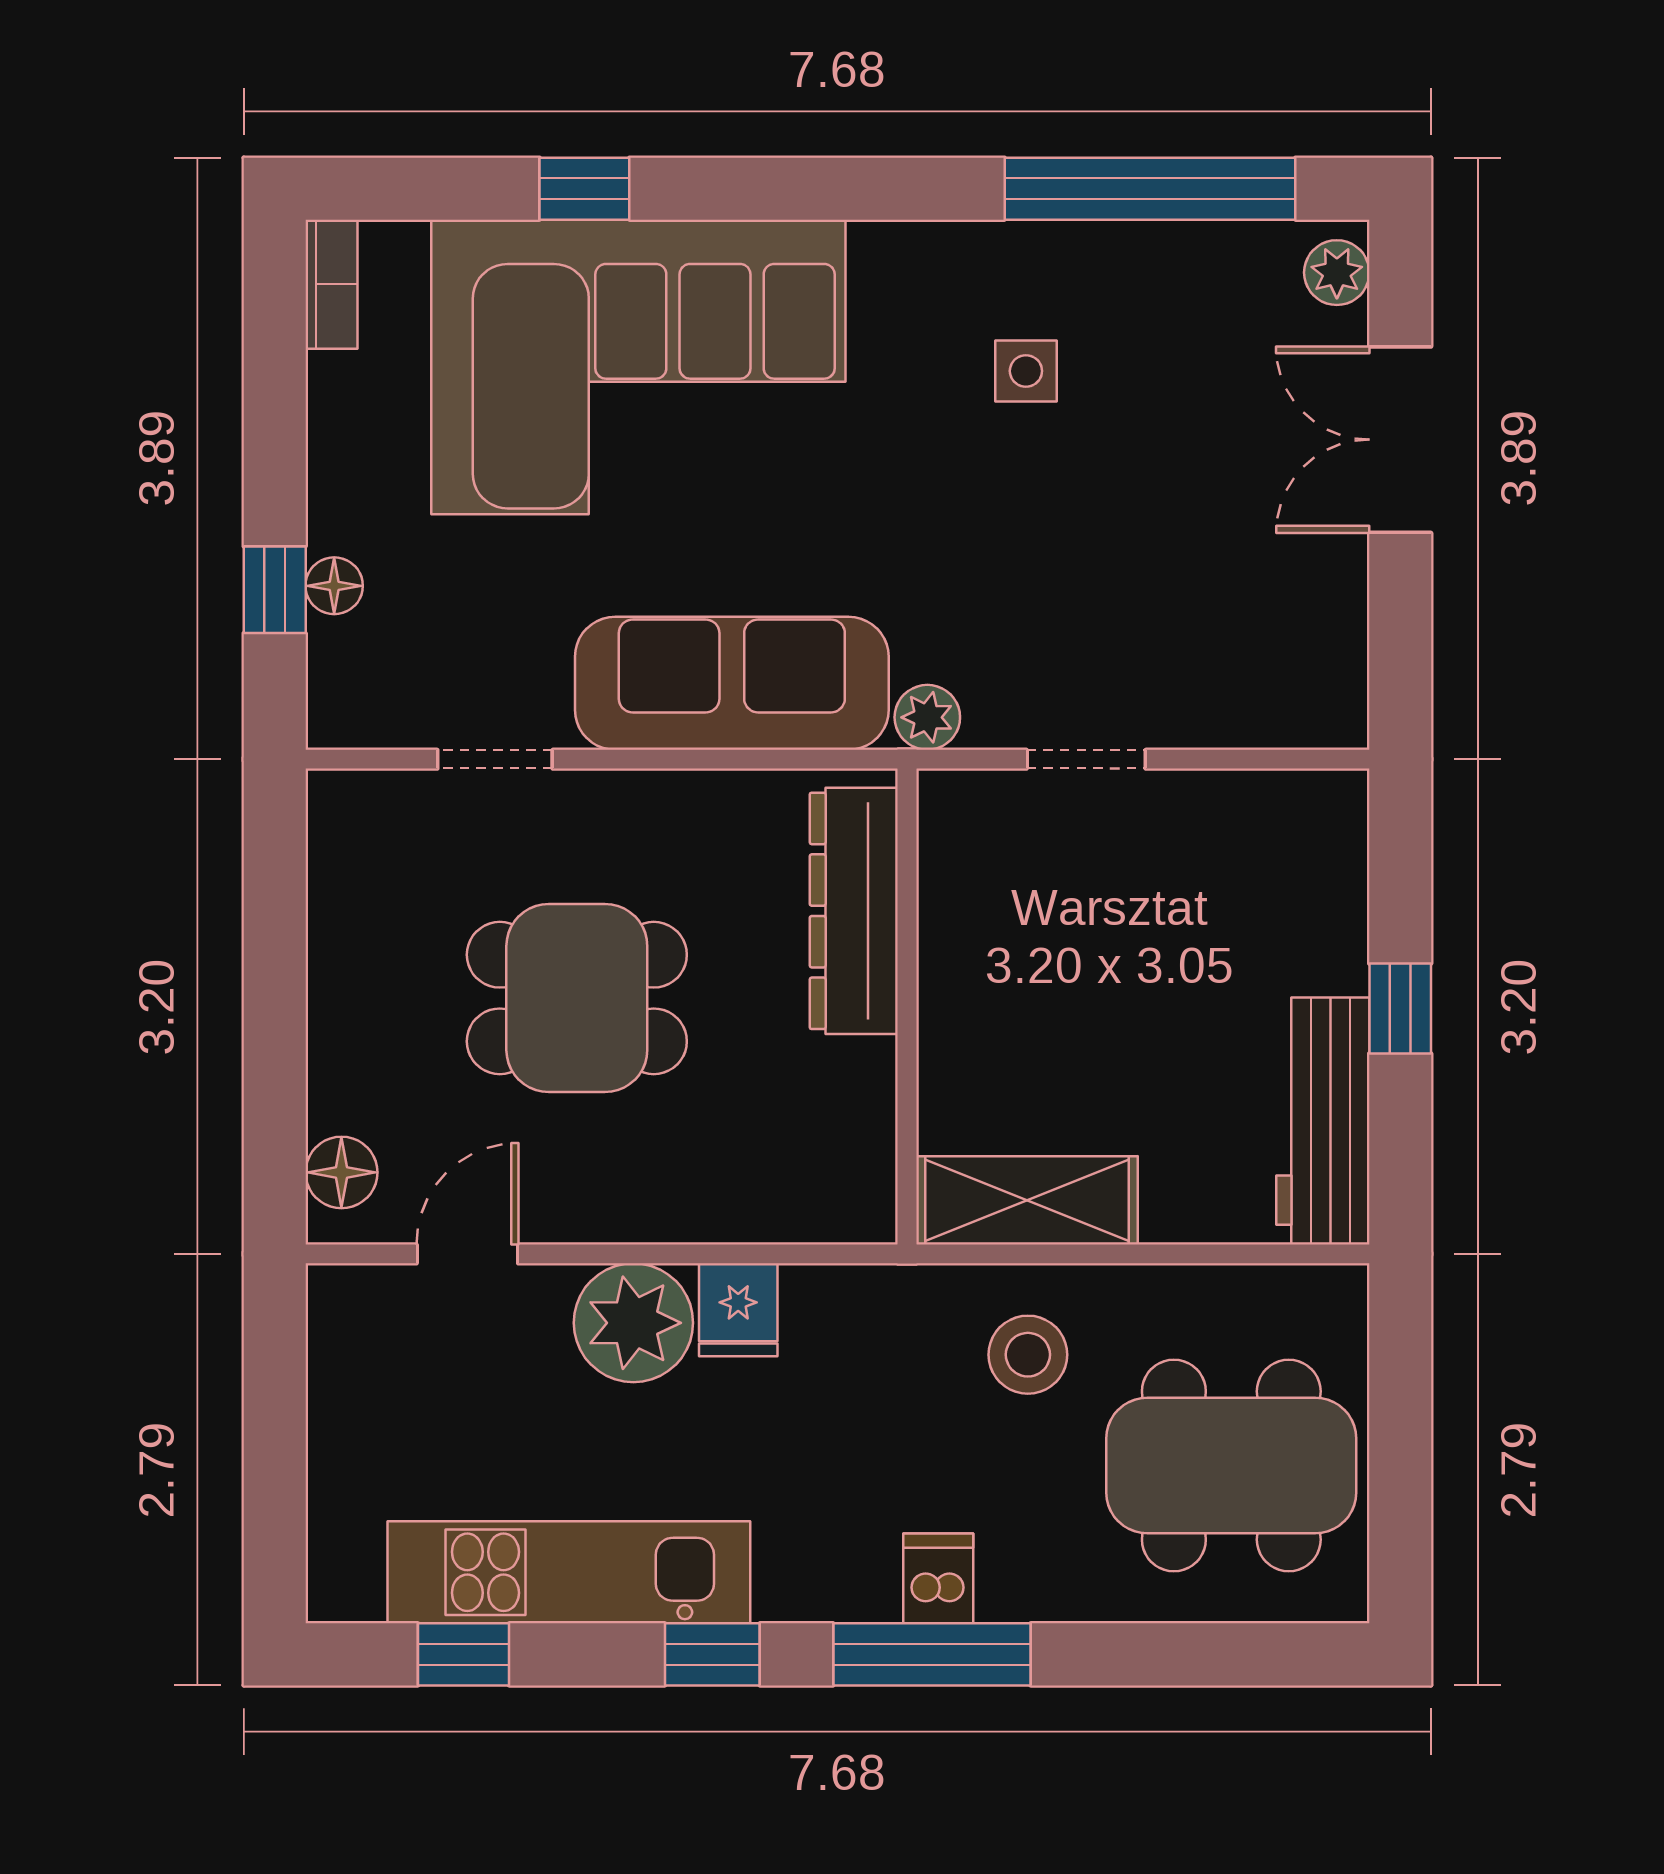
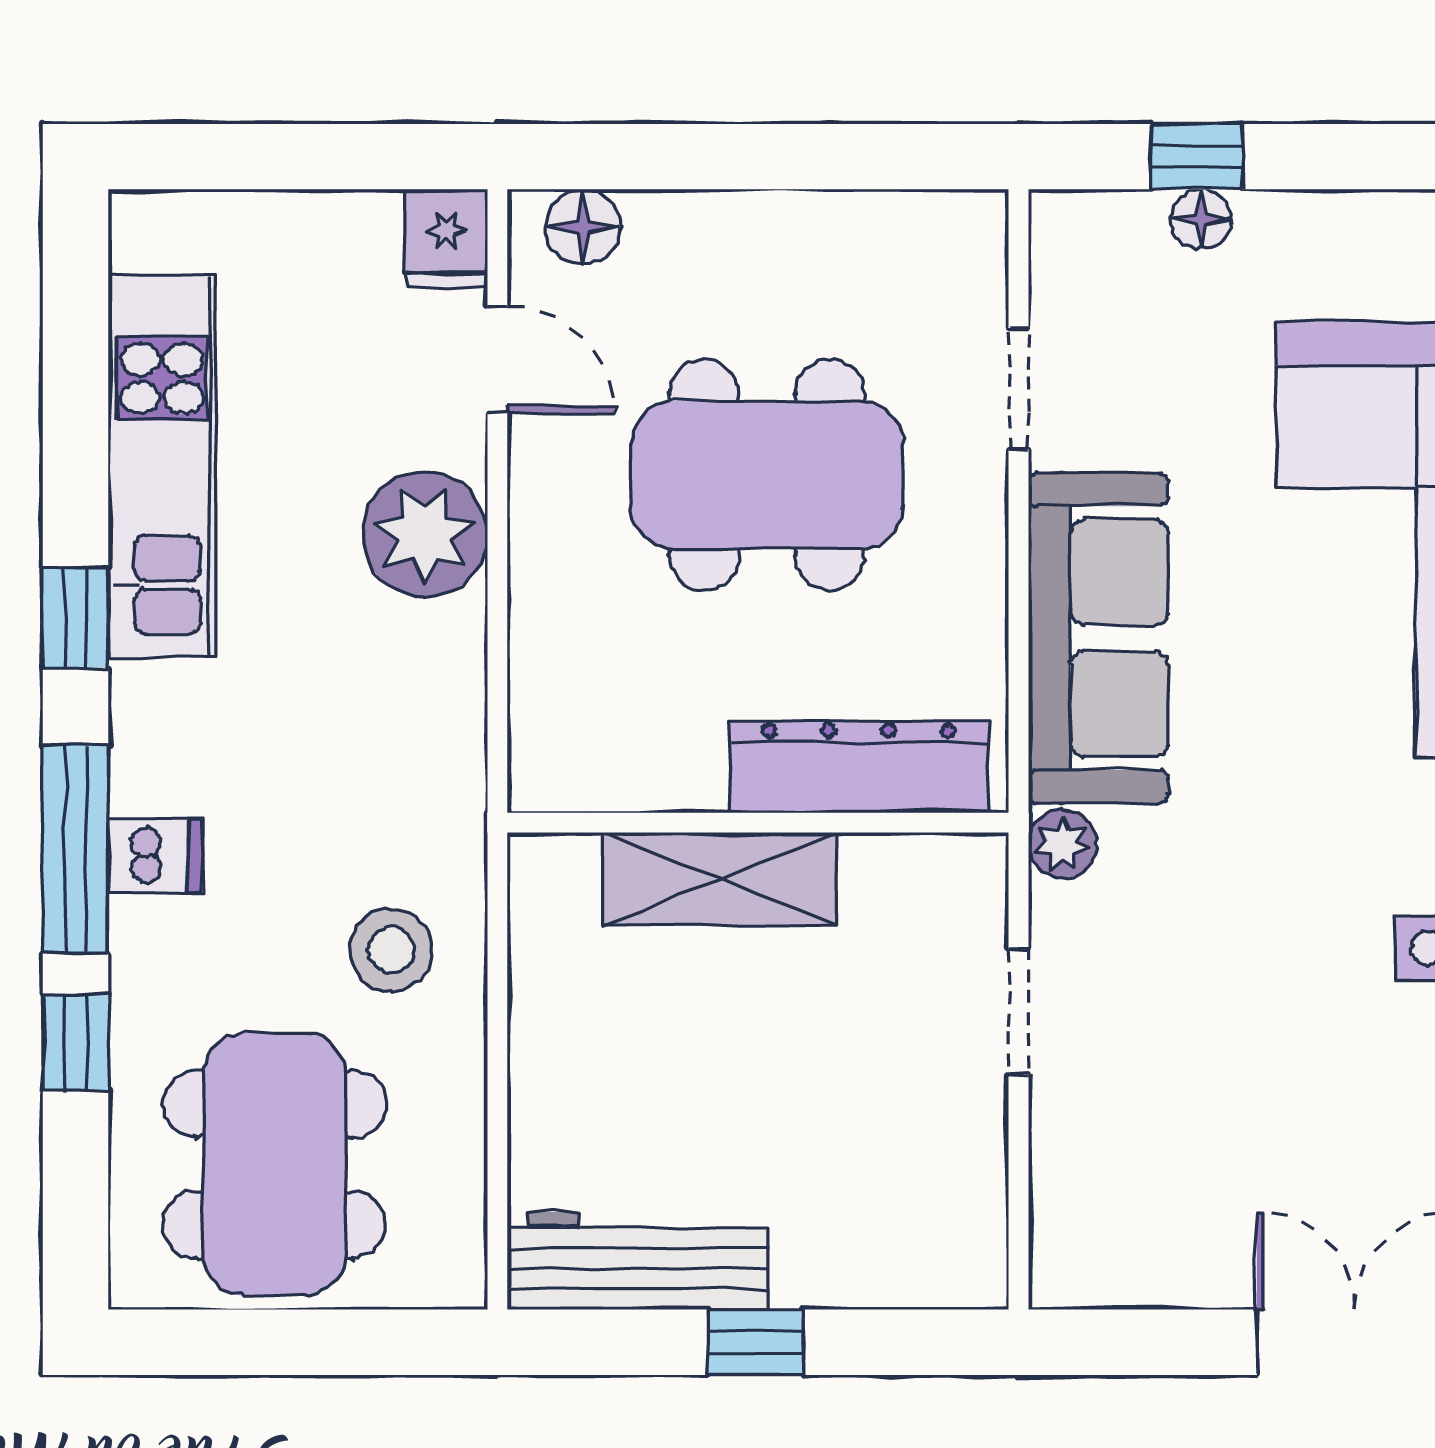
dining table: (577, 998) -> (767, 475), width x1.38
shelving: (1027, 1200) -> (720, 879), moved, turned 90
fridge: (738, 1310) -> (446, 238), moved, turned -90
window: (464, 1654) -> (76, 1043), moved

